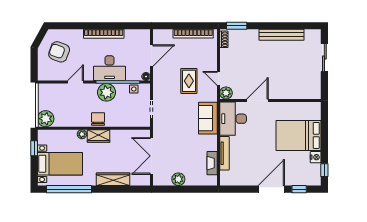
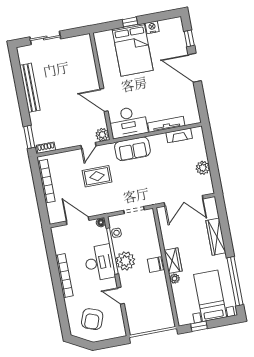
plant: (46, 119) -> (165, 320), removed
window: (324, 170) -> (130, 22), moved

